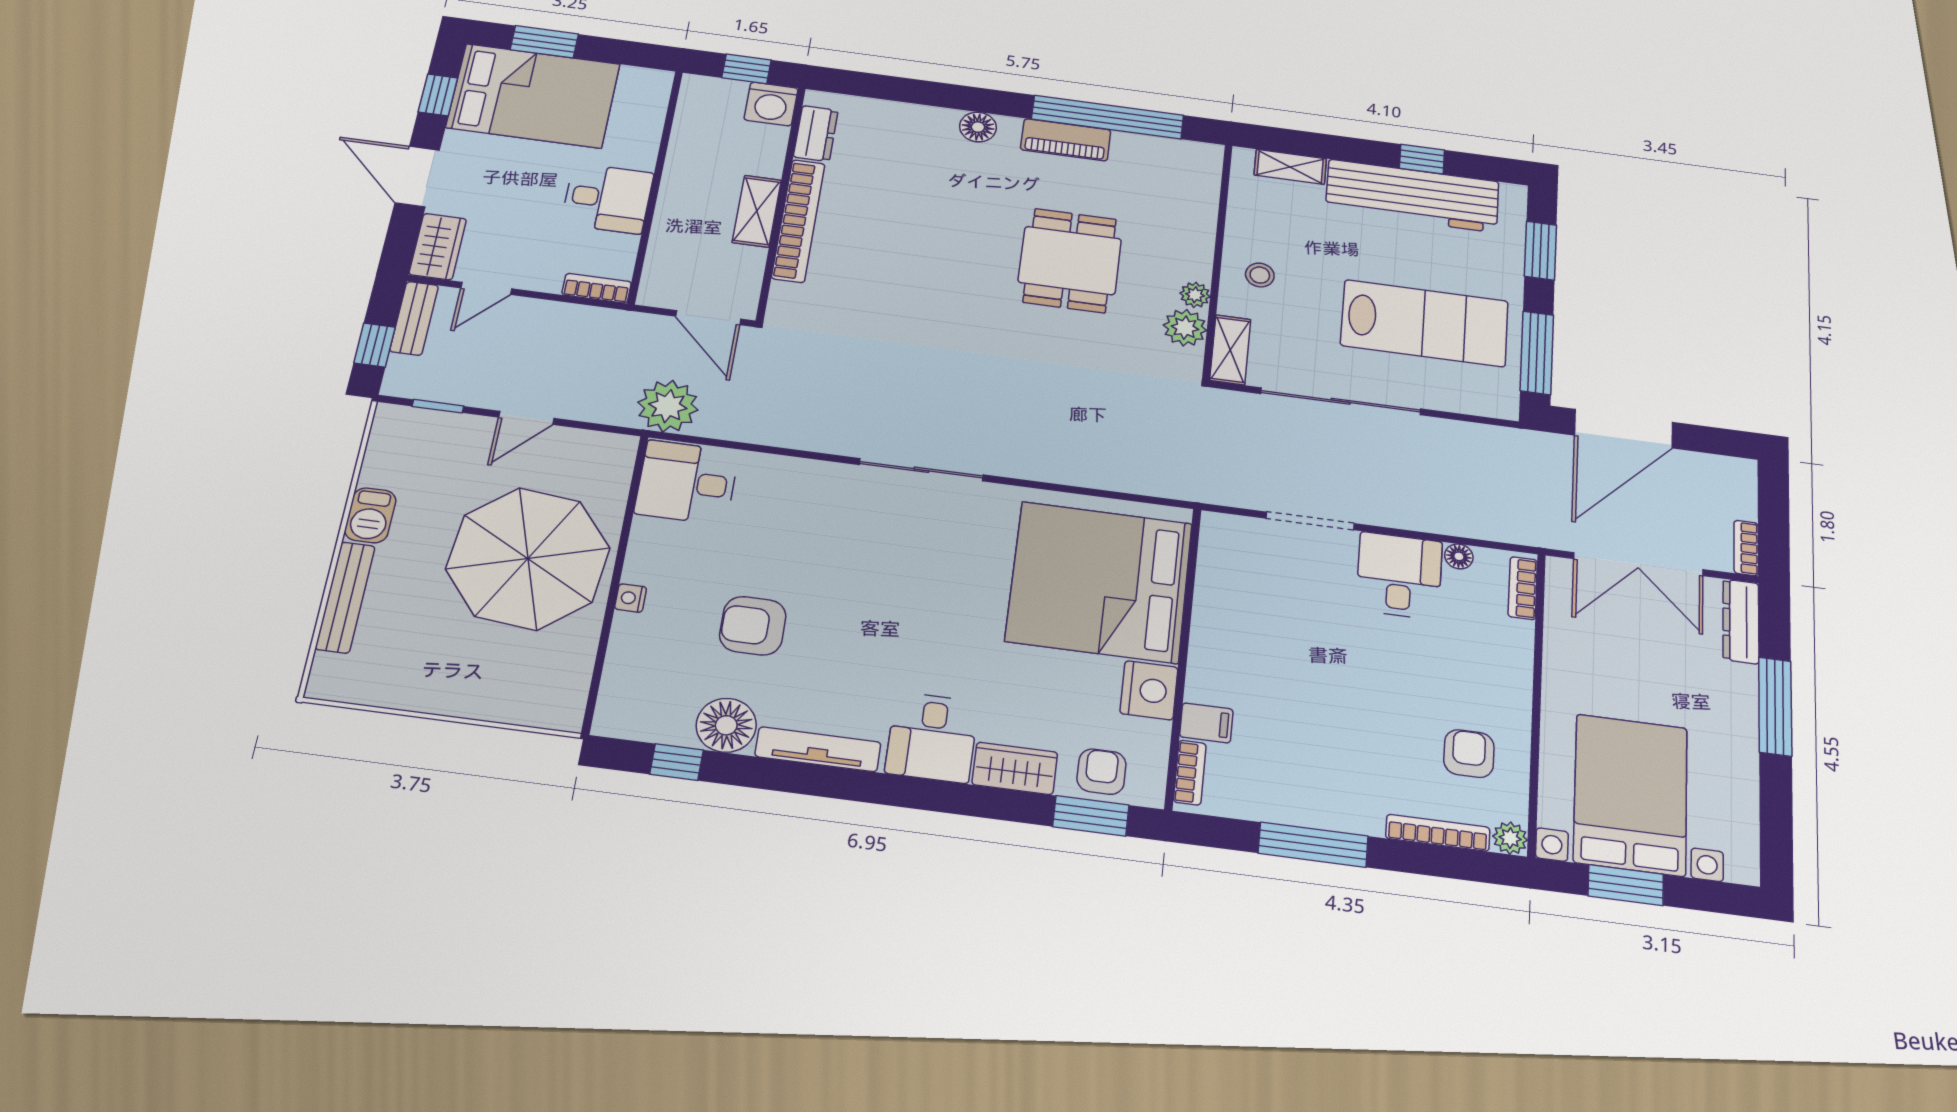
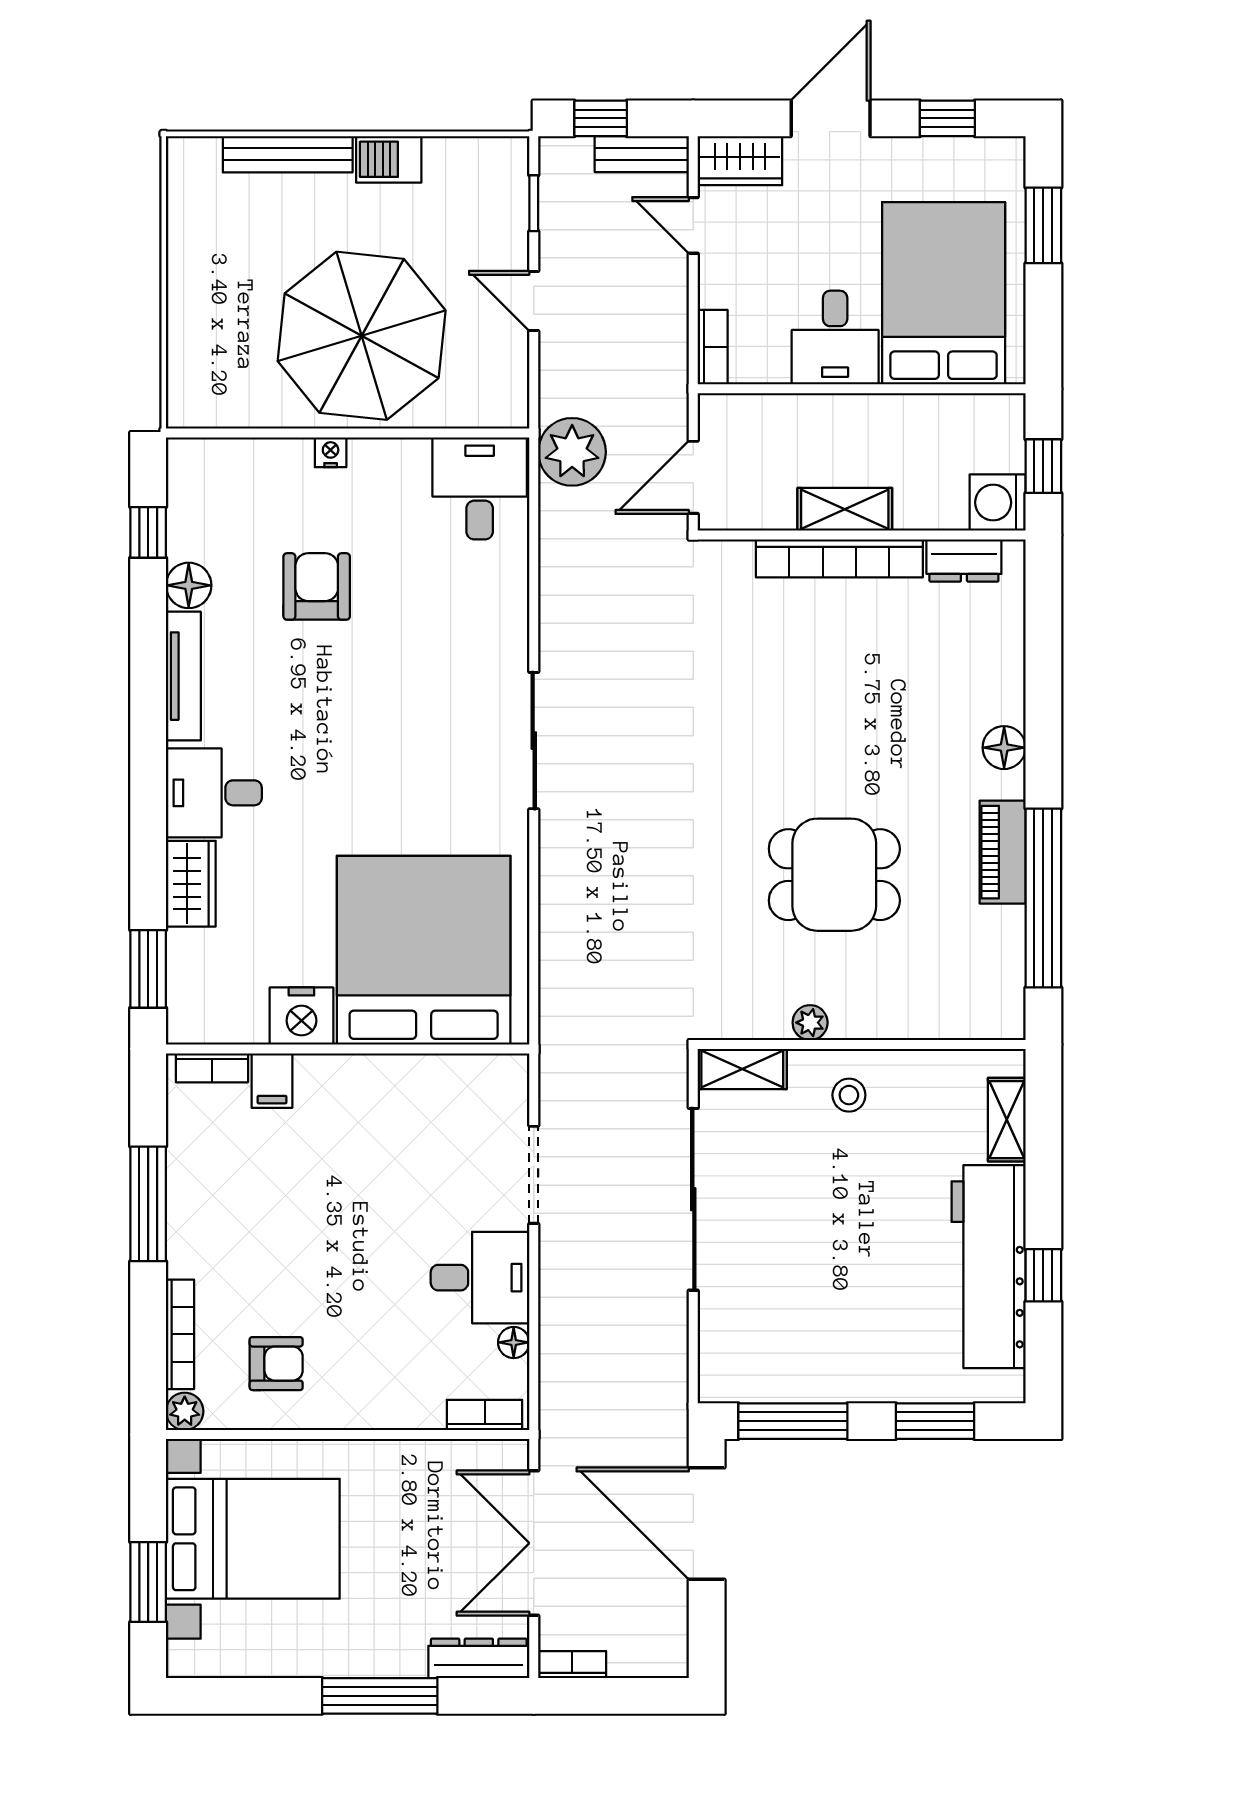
bed: (533, 96) -> (944, 293), moved, turned 180
lab bench: (1425, 323) -> (813, 1290), removed
plant: (1185, 328) -> (764, 1015), removed
floor lamp: (726, 725) -> (189, 585), width x0.73, depth x0.73
armchair: (1102, 772) -> (200, 975), removed
window: (1626, 885) -> (148, 1582), moved

